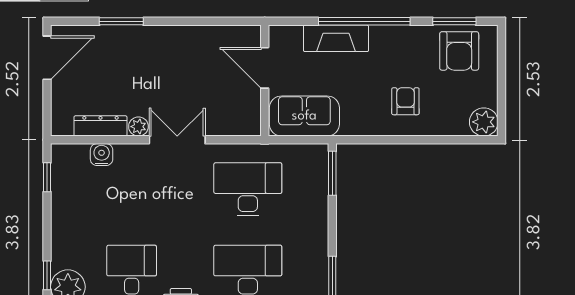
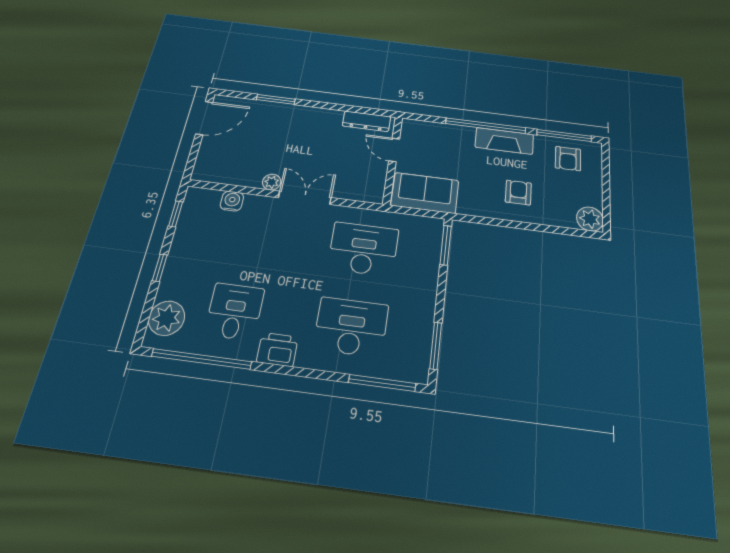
window: (454, 21) -> (564, 136), width x1.44
fireplace: (336, 38) -> (504, 141), moved
armchair: (459, 51) -> (568, 159), width x0.72, depth x0.72
door: (265, 68) -> (394, 150), width x0.73
dresser: (100, 126) -> (367, 121), moved, turned 180
window: (47, 275) -> (160, 268), moved

